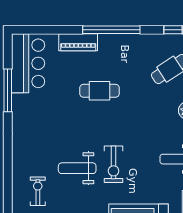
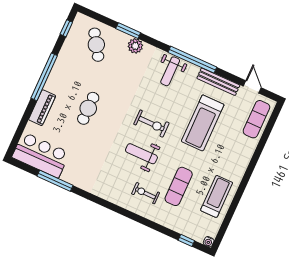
weight bench: (77, 168) -> (141, 154), turned 90

